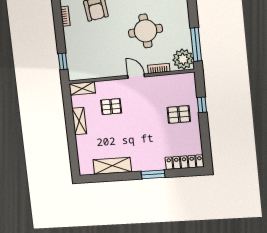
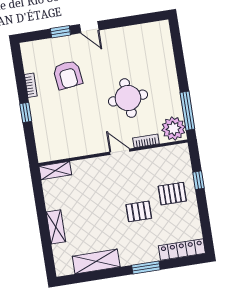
window: (63, 61) -> (26, 113), moved
pallet: (111, 107) -> (139, 211), moved
shelving: (79, 121) -> (56, 227), moved

